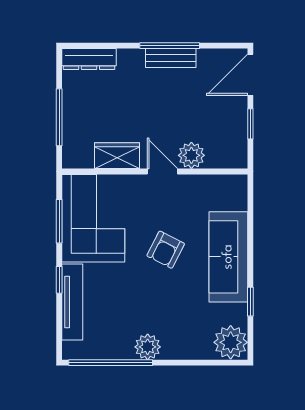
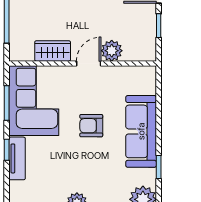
door: (162, 171) -> (89, 64), hinge flipped
armchair: (166, 250) -> (91, 126), turned 63
tv unit: (72, 302) -> (17, 158), width x0.71

